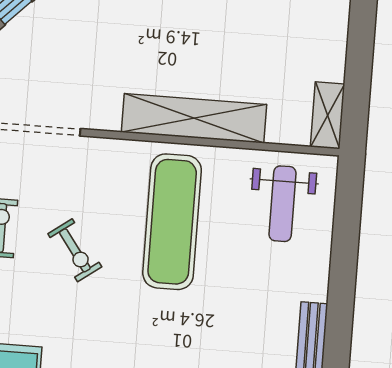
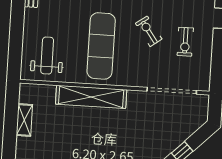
shelving: (327, 115) -> (24, 120), moved

